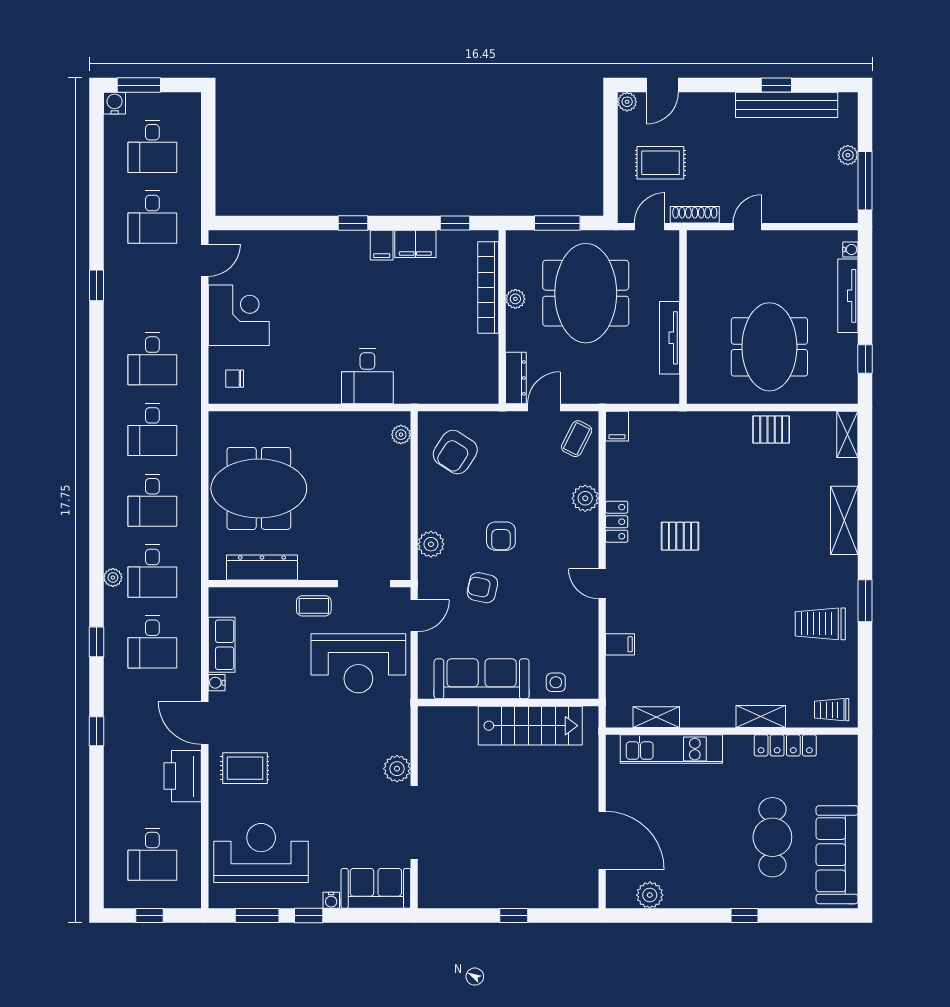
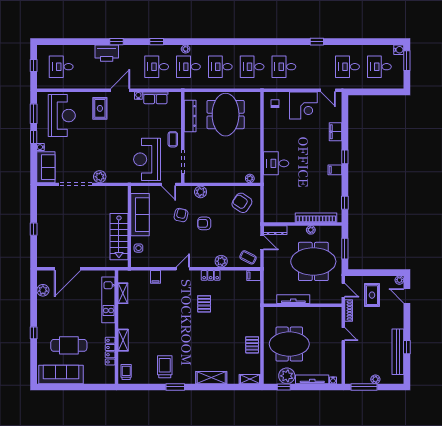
filing cabinet: (415, 244) -> (335, 132), moved
plant: (840, 352) -> (287, 376), added
printer: (183, 776) -> (107, 53), moved, turned 180

